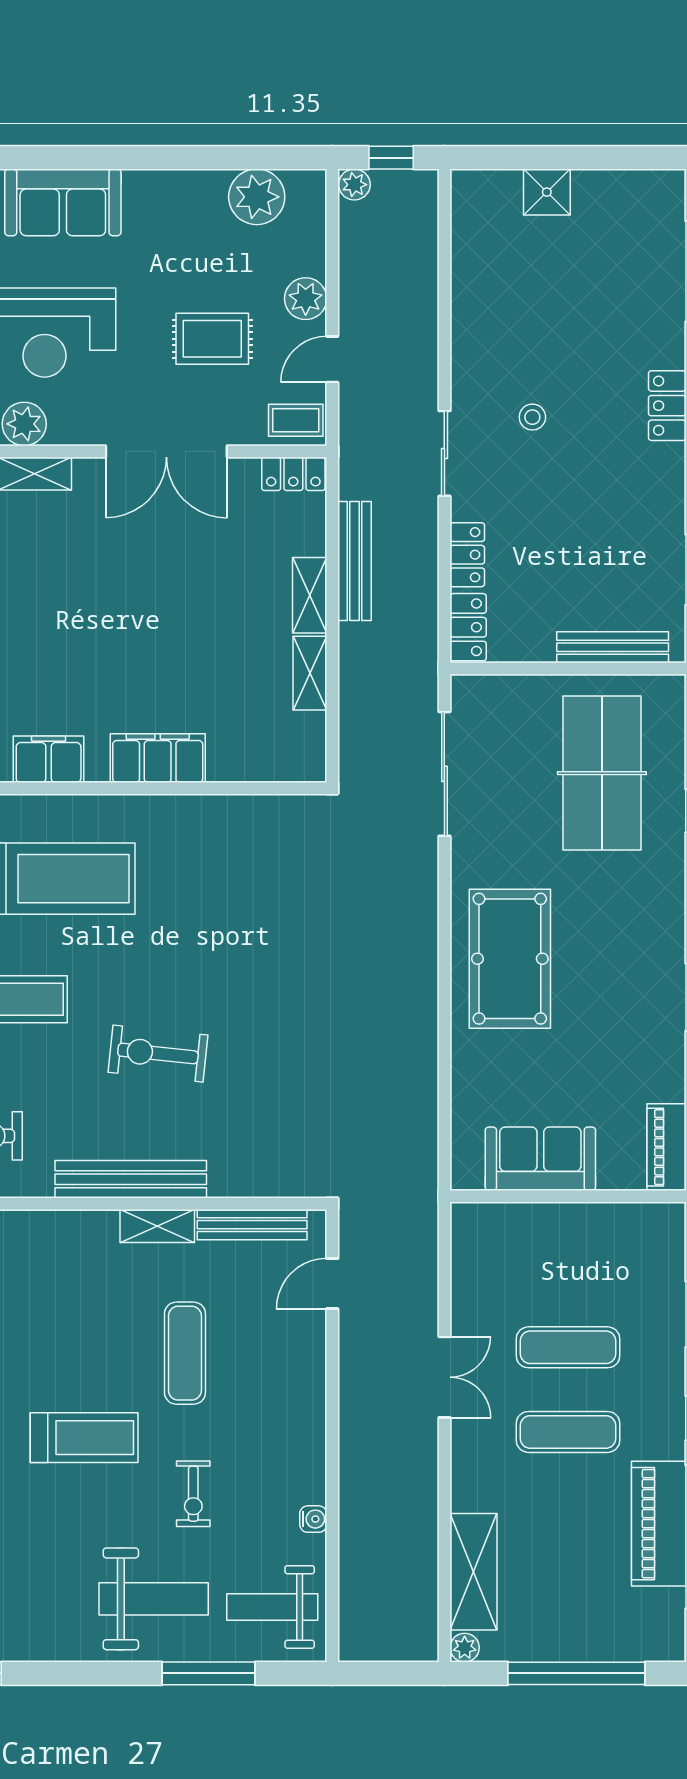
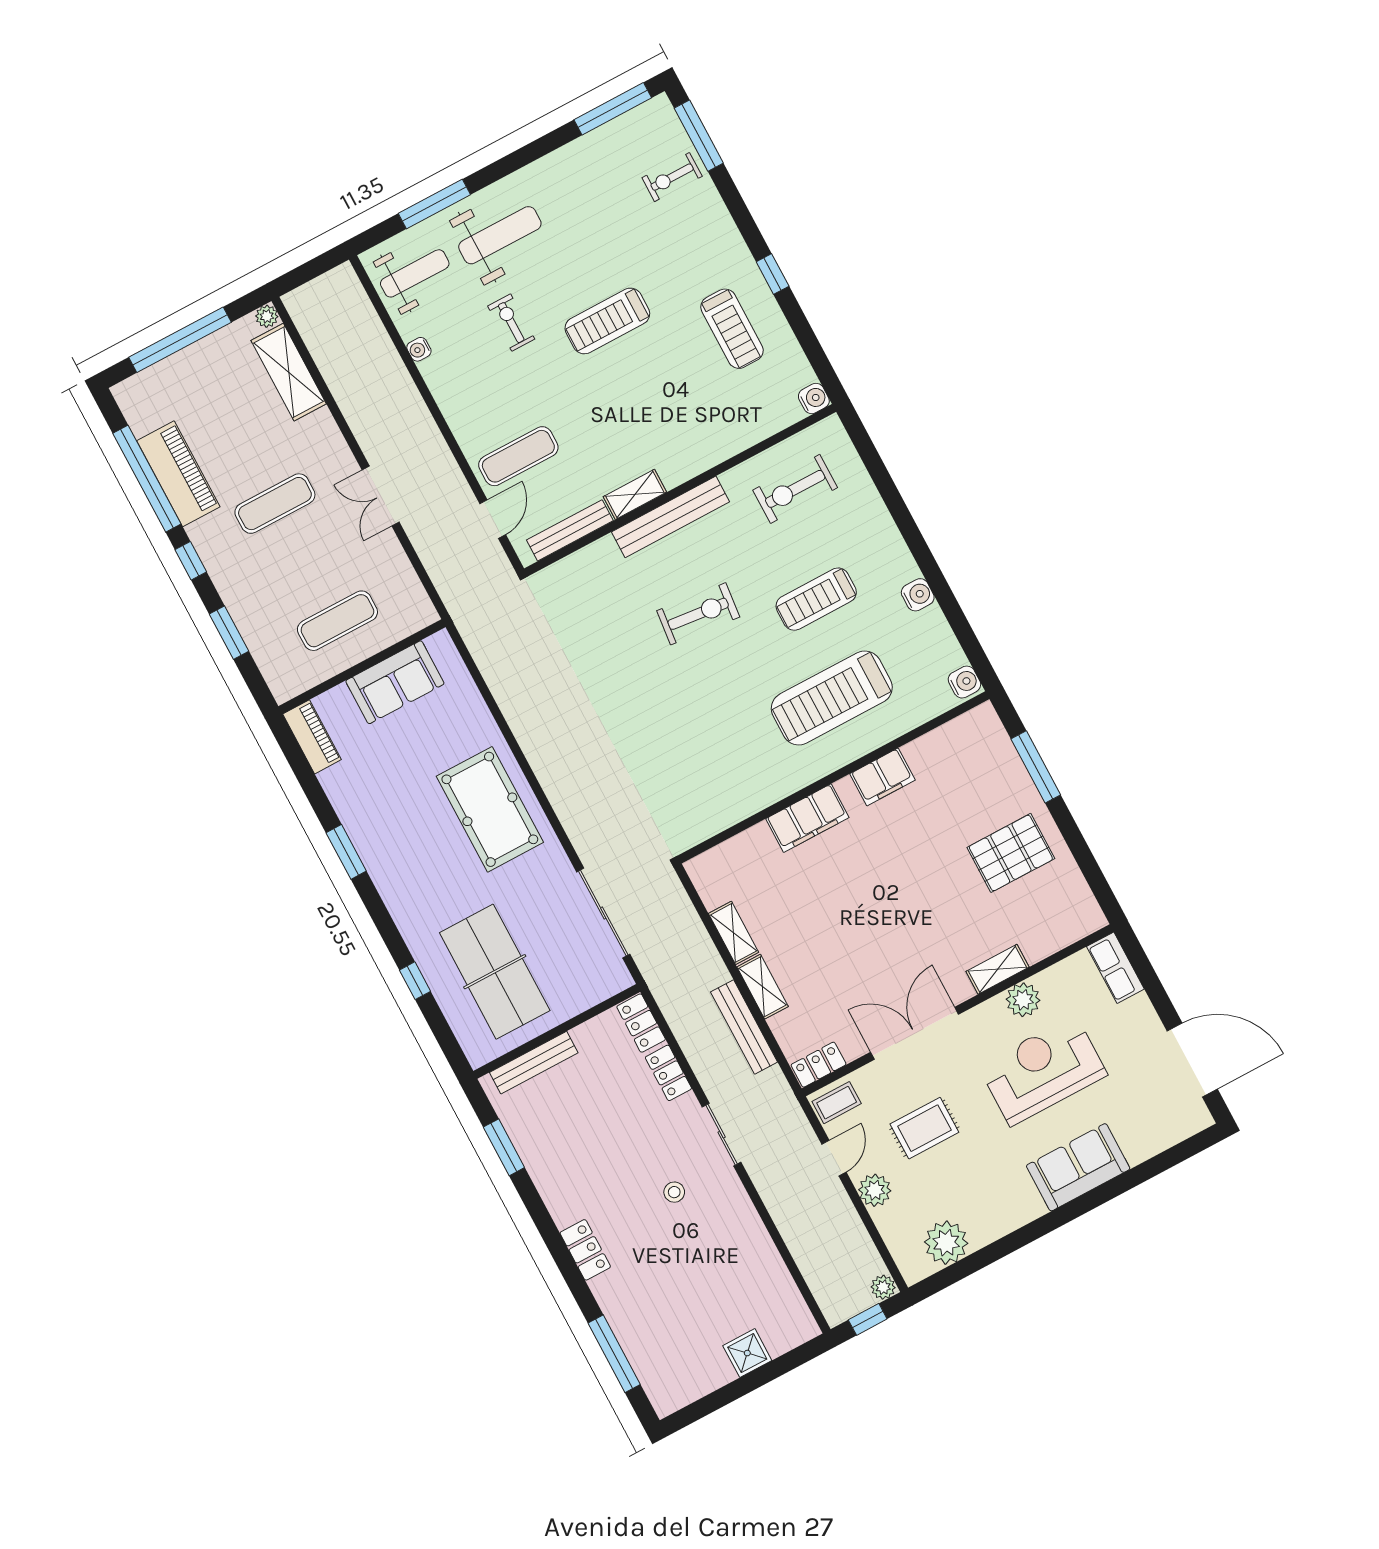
exercise mat: (568, 1347) -> (337, 621), moved
exercise mat: (185, 1353) -> (518, 456), moved, turned 90
weight bench: (154, 1599) -> (500, 235), turned 180

